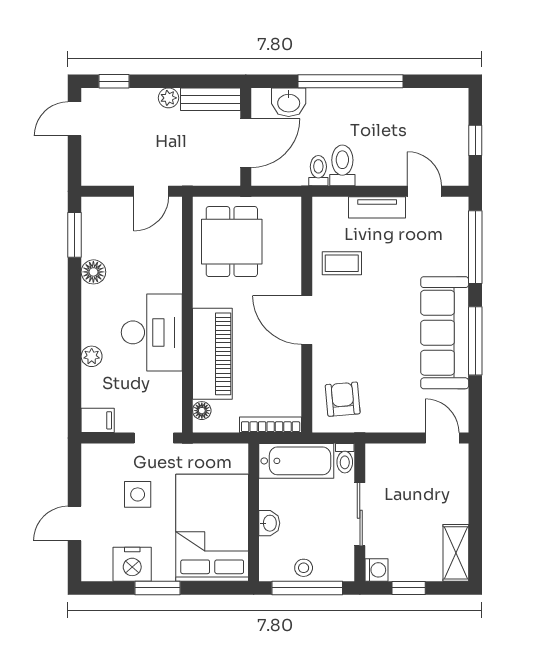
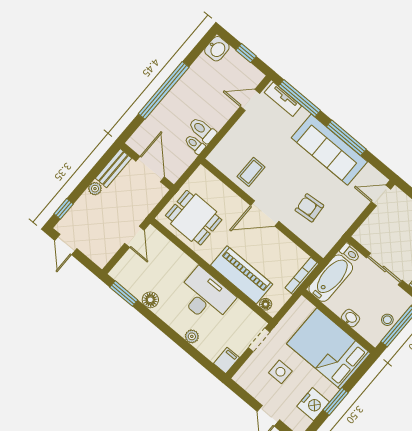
washbasin: (289, 102) -> (217, 49), moved
tv unit: (377, 207) -> (283, 99), moved, turned 90
armchair: (343, 399) -> (309, 208), moved

